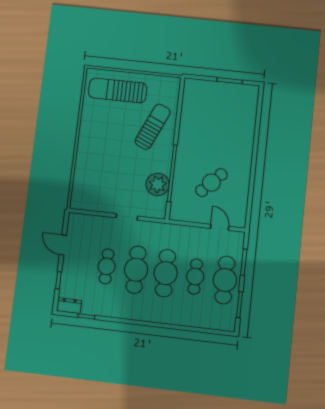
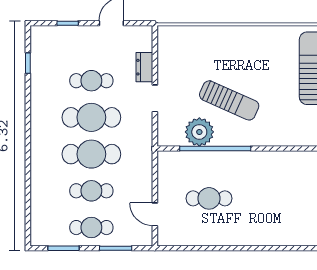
sun lounger: (153, 127) -> (229, 100), moved
cafe table: (211, 183) -> (209, 198), turned -44
door: (220, 227) -> (155, 214), swing flipped
cafe table: (225, 280) -> (91, 228), width x0.73, depth x0.74
dresser: (69, 306) -> (144, 67), moved, turned 180

